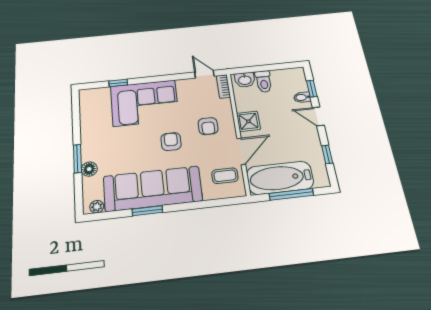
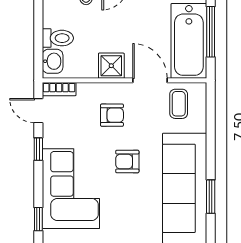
door: (204, 74) -> (38, 111), hinge flipped
window: (174, 77) -> (38, 149), added

